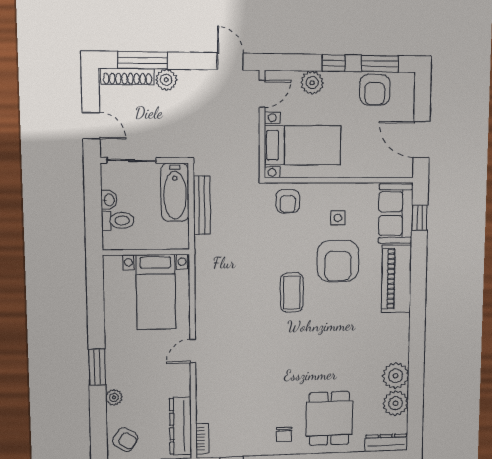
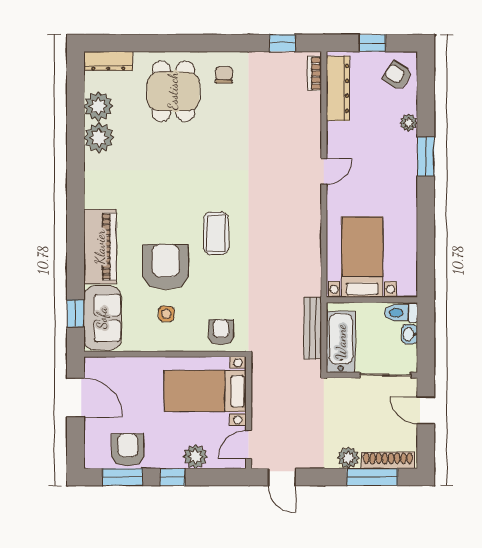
wall: (146, 252) -> (372, 300), moved
bed with nightstands: (156, 292) -> (362, 257), moved

